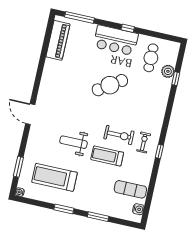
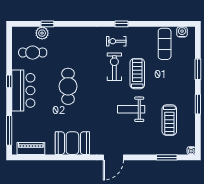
piano: (58, 40) -> (31, 148), width x0.73, depth x0.75
booth: (53, 77) -> (72, 143), added
cafe table: (110, 85) -> (68, 86), turned 34
weight bench: (74, 142) -> (131, 109), turned 90
treadmill: (107, 156) -> (137, 74), turned 180
treadmill: (54, 177) -> (169, 120), width x0.73, depth x0.73

